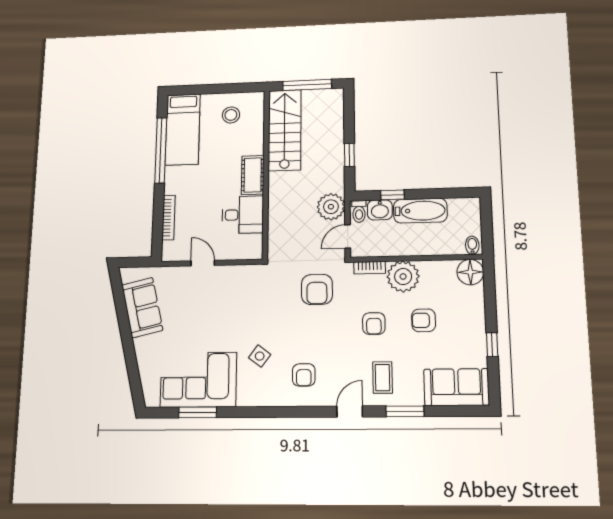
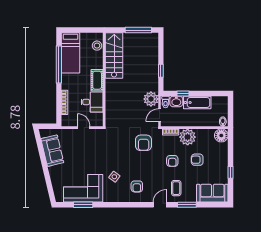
stairs: (285, 130) -> (114, 55), moved
wall: (266, 173) -> (104, 79), moved
cot: (253, 175) -> (97, 80), moved
desk: (243, 215) -> (92, 102), moved

